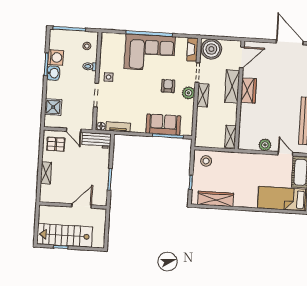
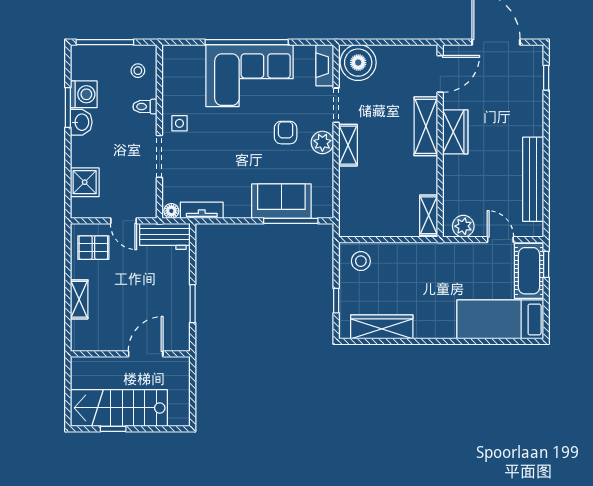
door: (242, 57) -> (440, 74), moved
shelving: (232, 86) -> (426, 126), moved
wardrobe: (248, 91) -> (455, 132), moved
wall: (240, 95) -> (440, 141), moved
shelving: (231, 137) -> (429, 215), moved

